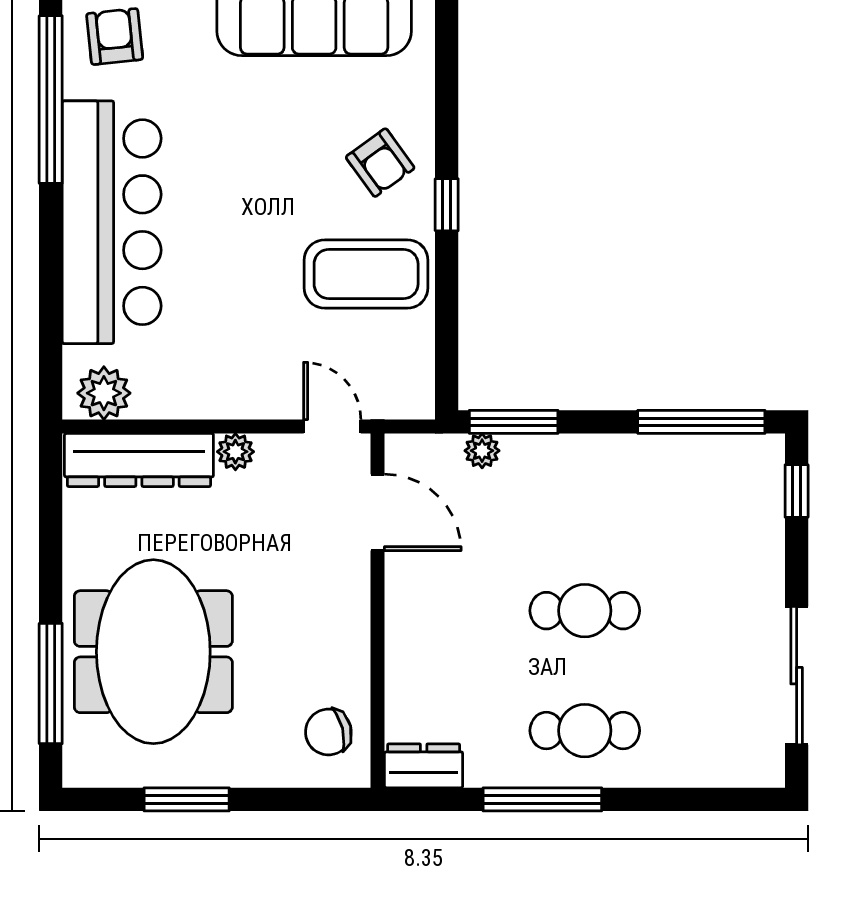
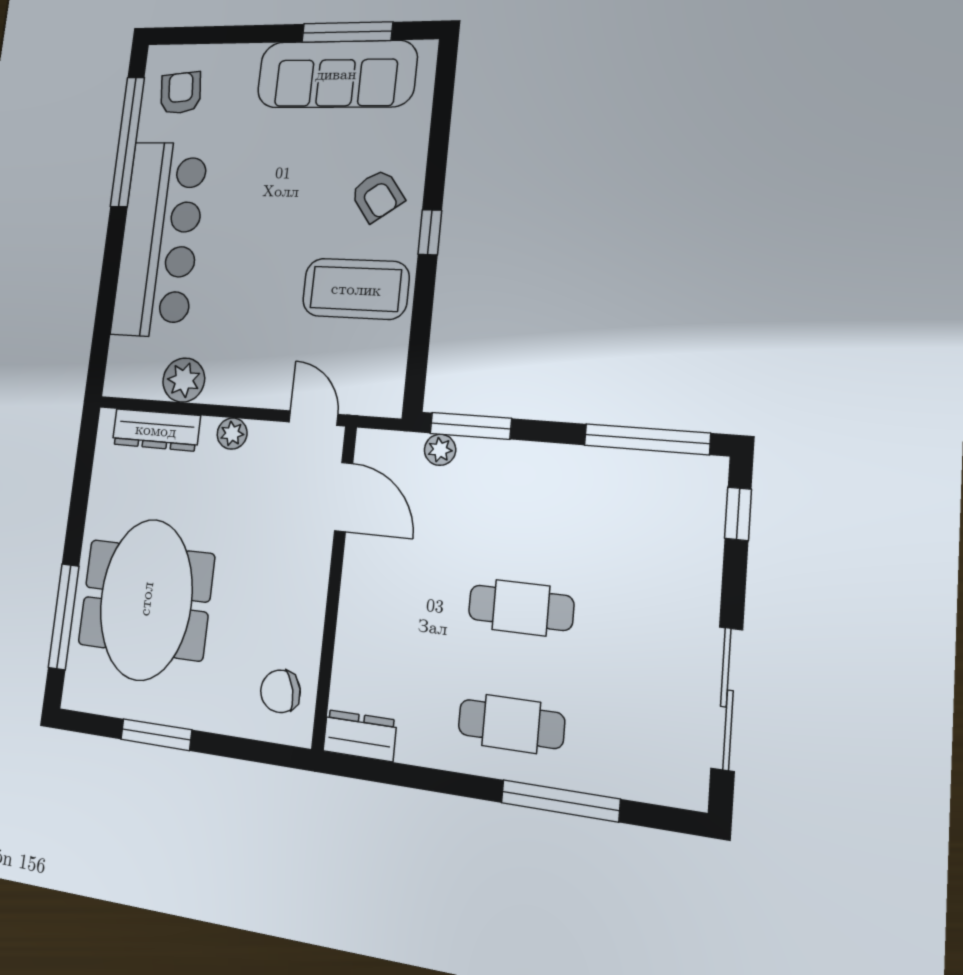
plant: (104, 393) -> (184, 380), moved
dresser: (139, 460) -> (156, 430), width x0.73, depth x0.80
window: (542, 799) -> (560, 801), moved

